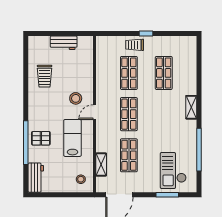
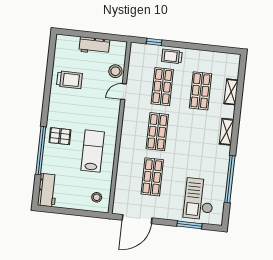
window: (146, 33) -> (154, 42), moved
trolley: (45, 76) -> (69, 80), turned -90
stool: (76, 98) -> (115, 71), moved
door: (95, 112) -> (124, 92), moved
pallet: (41, 138) -> (60, 136), moved
shelving: (101, 165) -> (231, 92), moved

